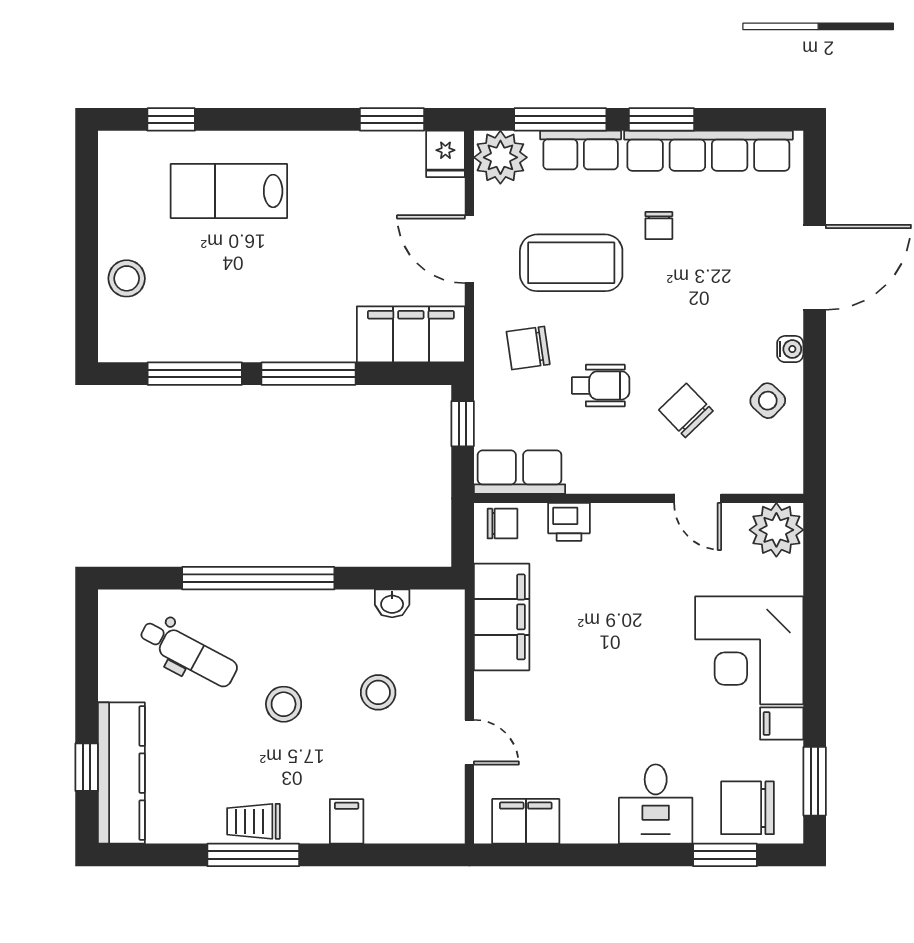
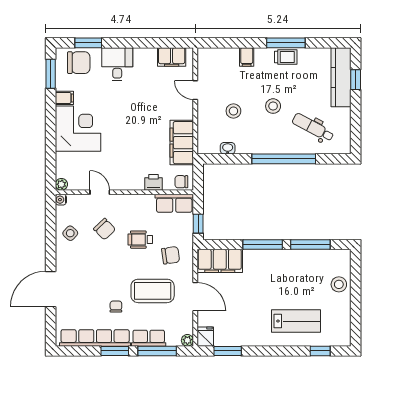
plant: (500, 157) -> (187, 340), width x0.53, depth x0.53
water cooler: (790, 349) -> (61, 200), moved
plant: (776, 530) -> (61, 184), width x0.53, depth x0.53

